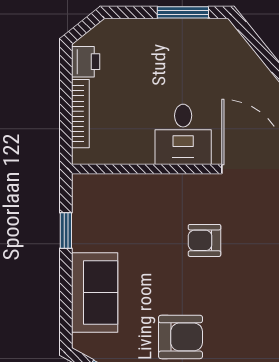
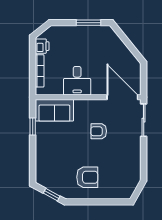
desk: (183, 134) -> (77, 81), moved
sofa: (95, 292) -> (54, 110), moved, turned 90

